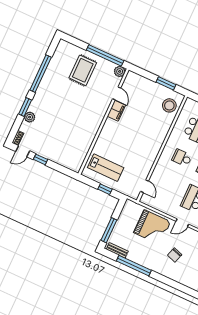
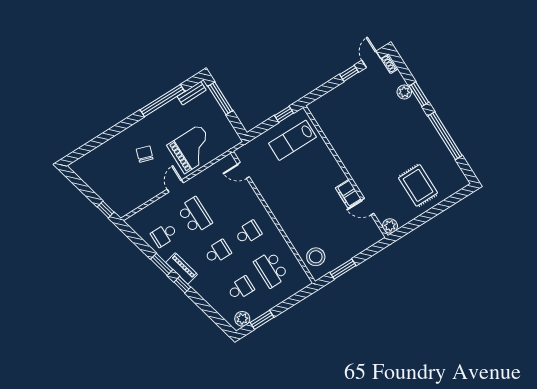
window: (105, 55) -> (419, 221), removed
window: (105, 189) -> (284, 114), moved
grand piano: (152, 227) -> (192, 149), turned 180

